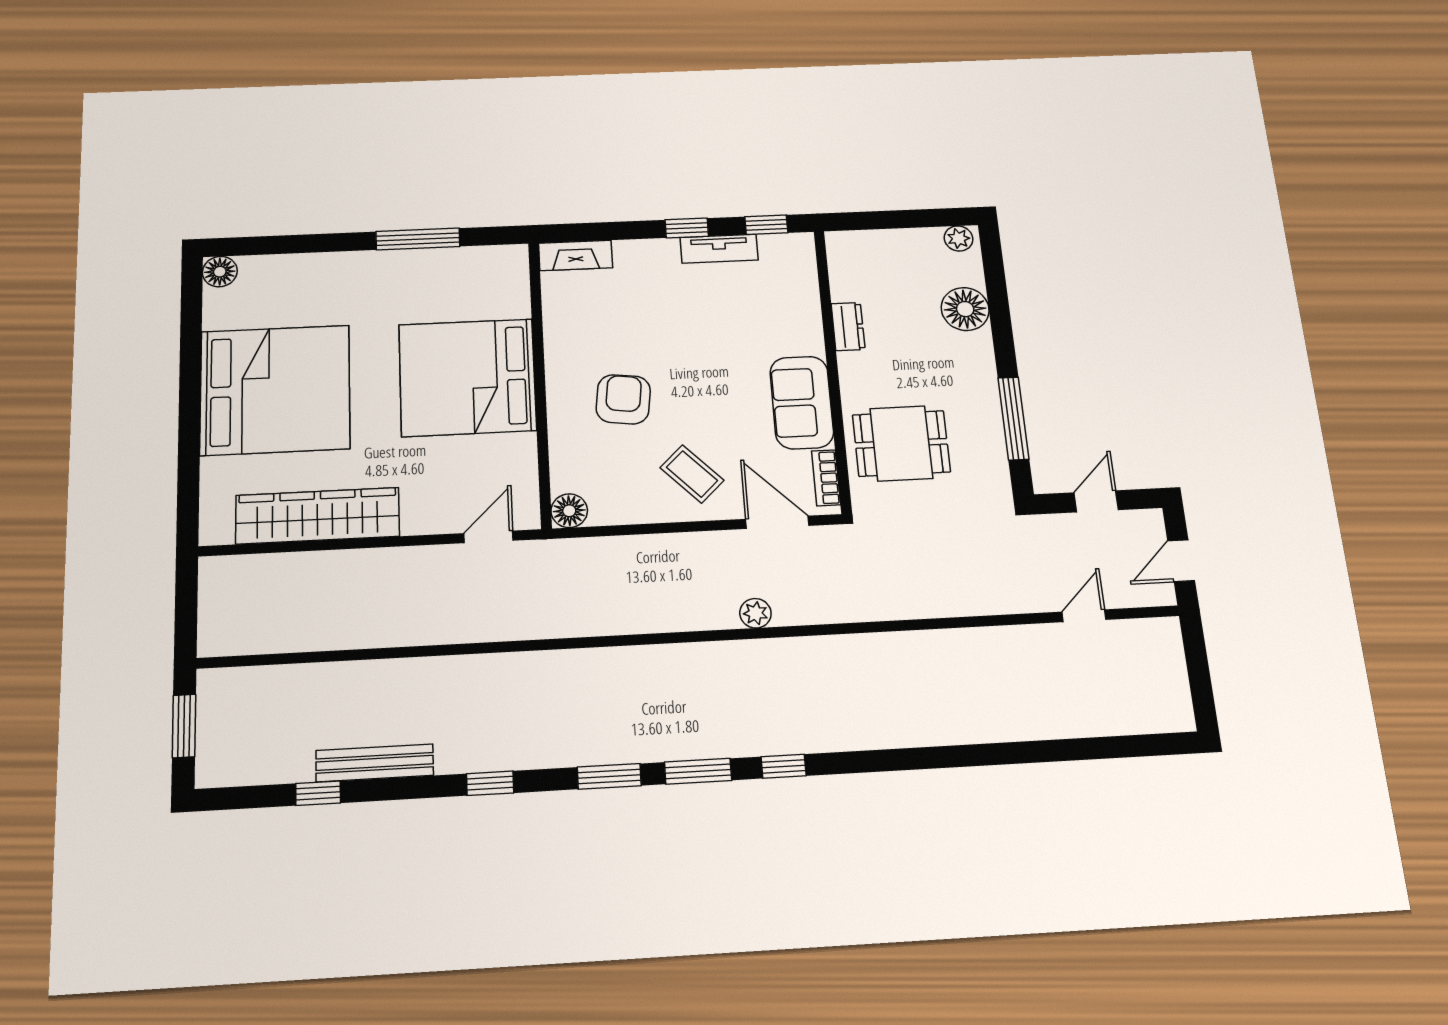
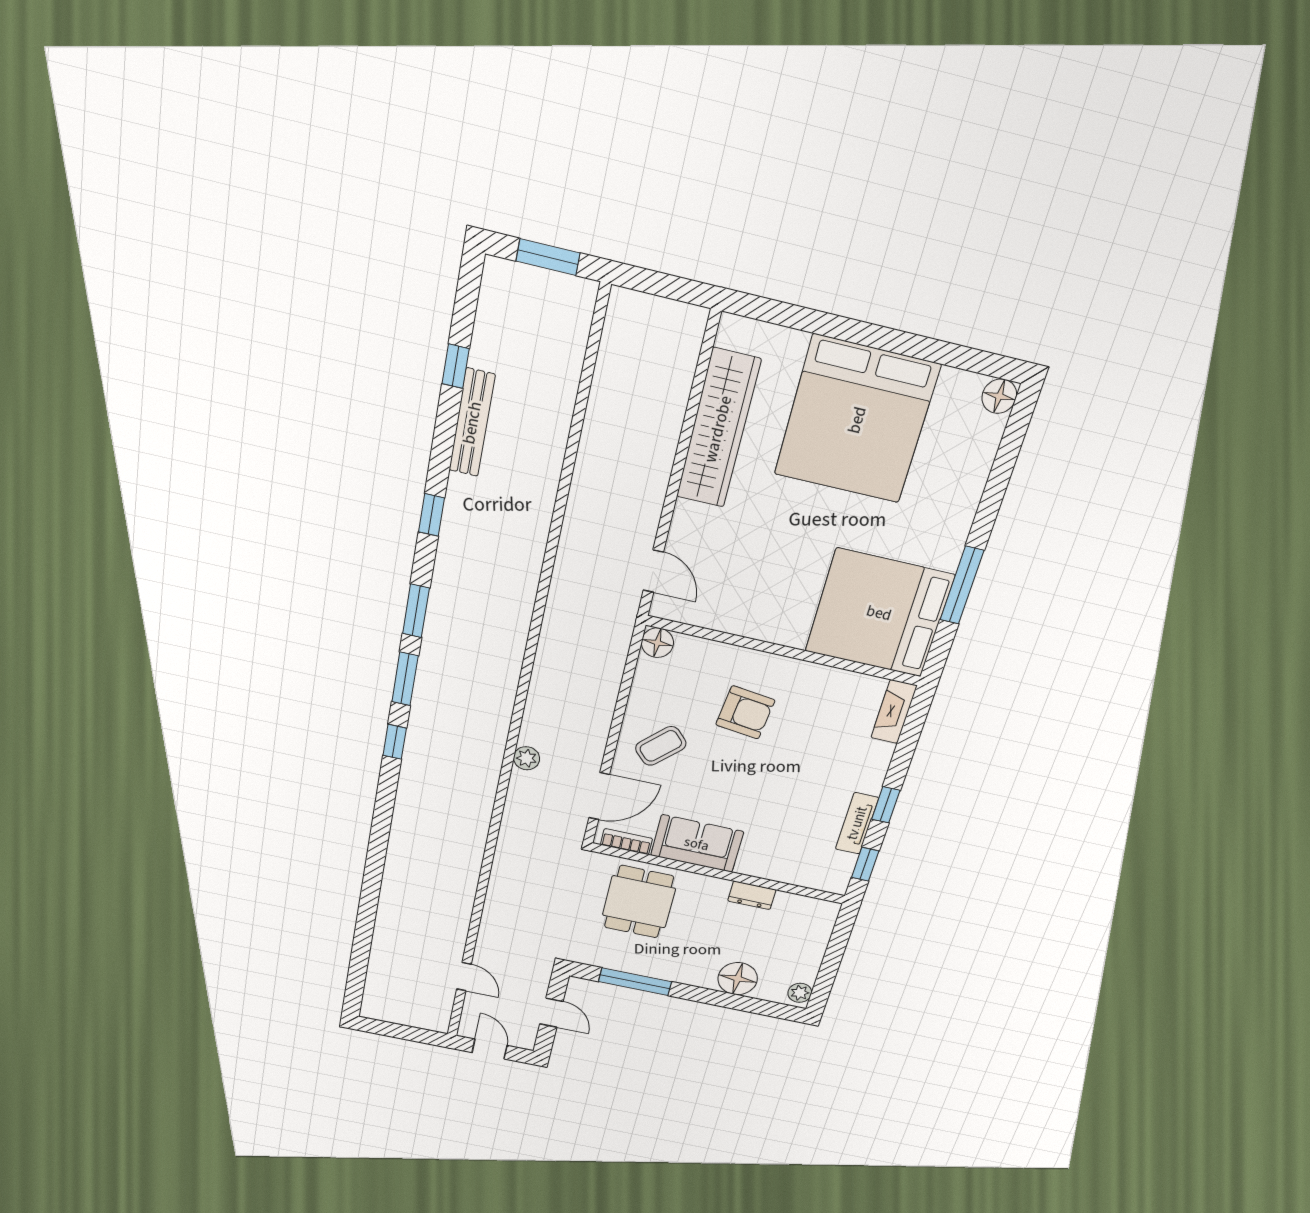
bed: (467, 377) -> (879, 613), moved, turned -90

